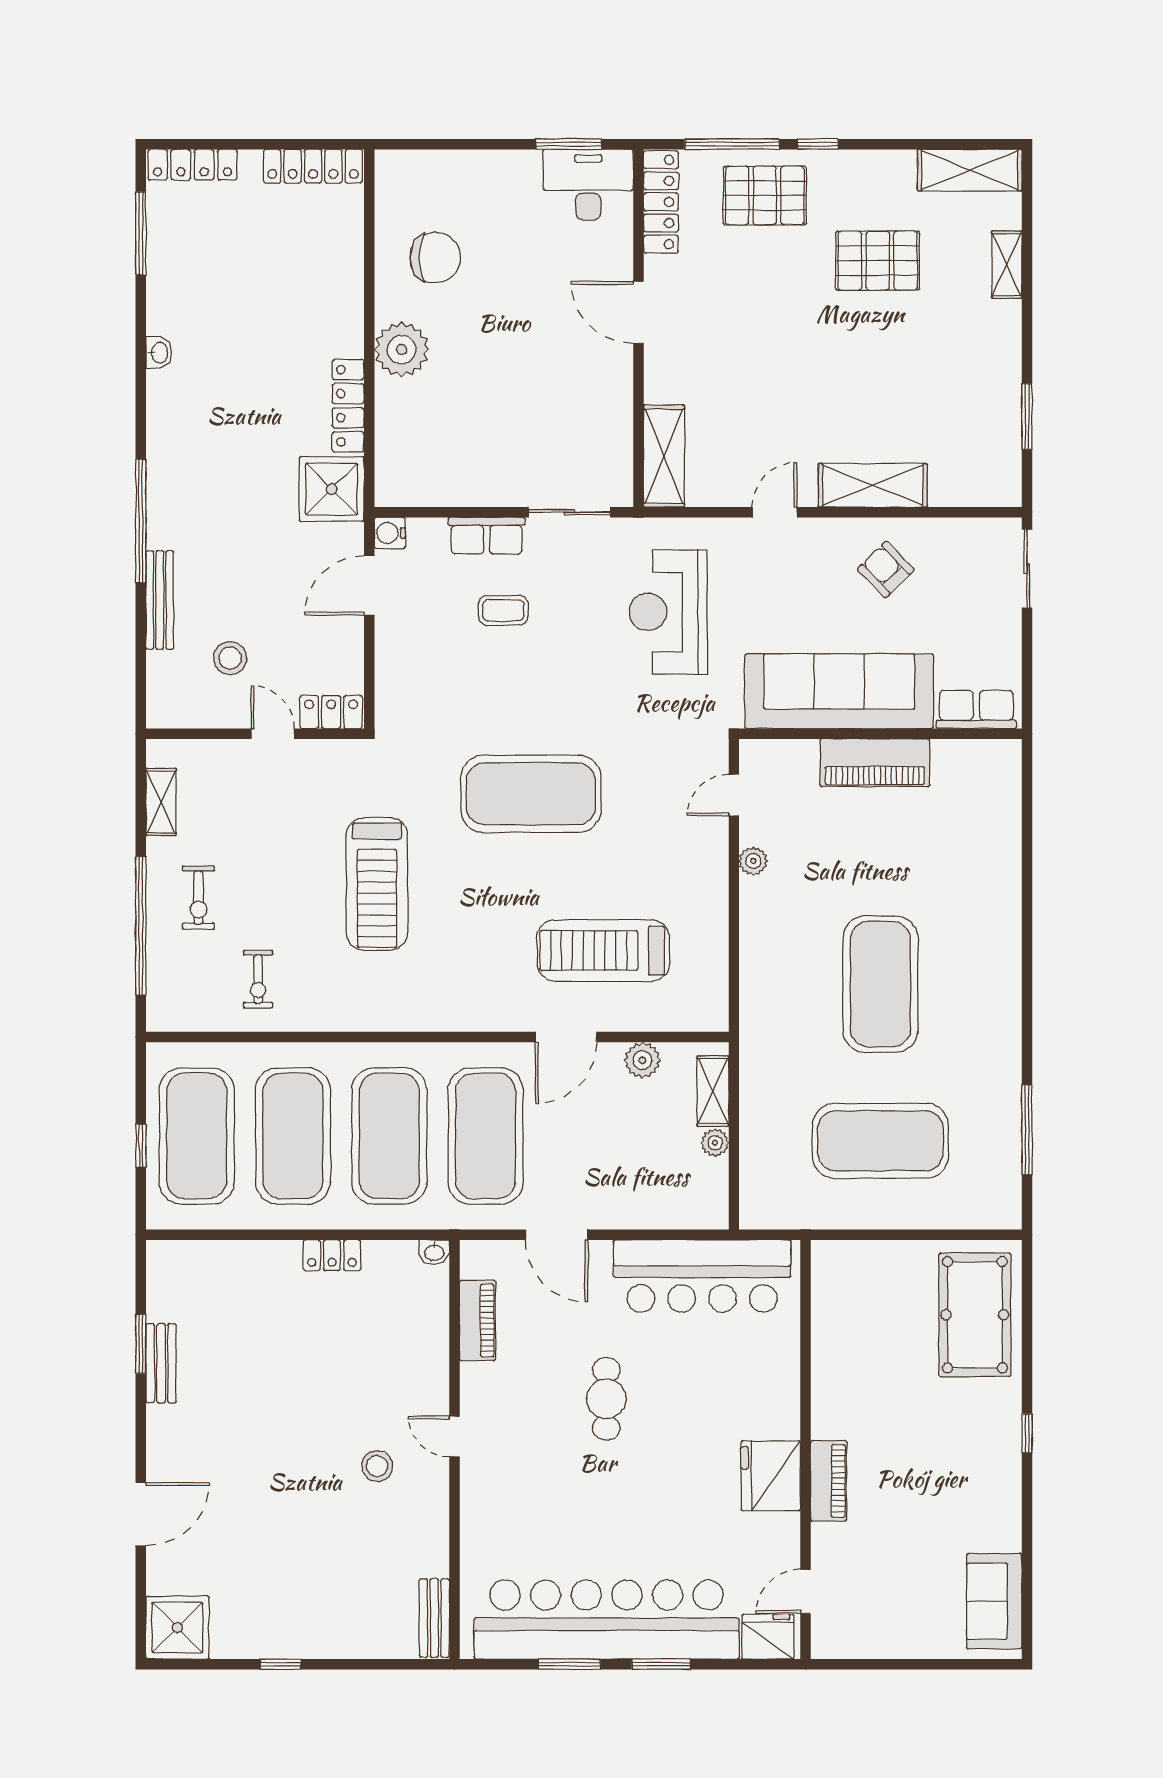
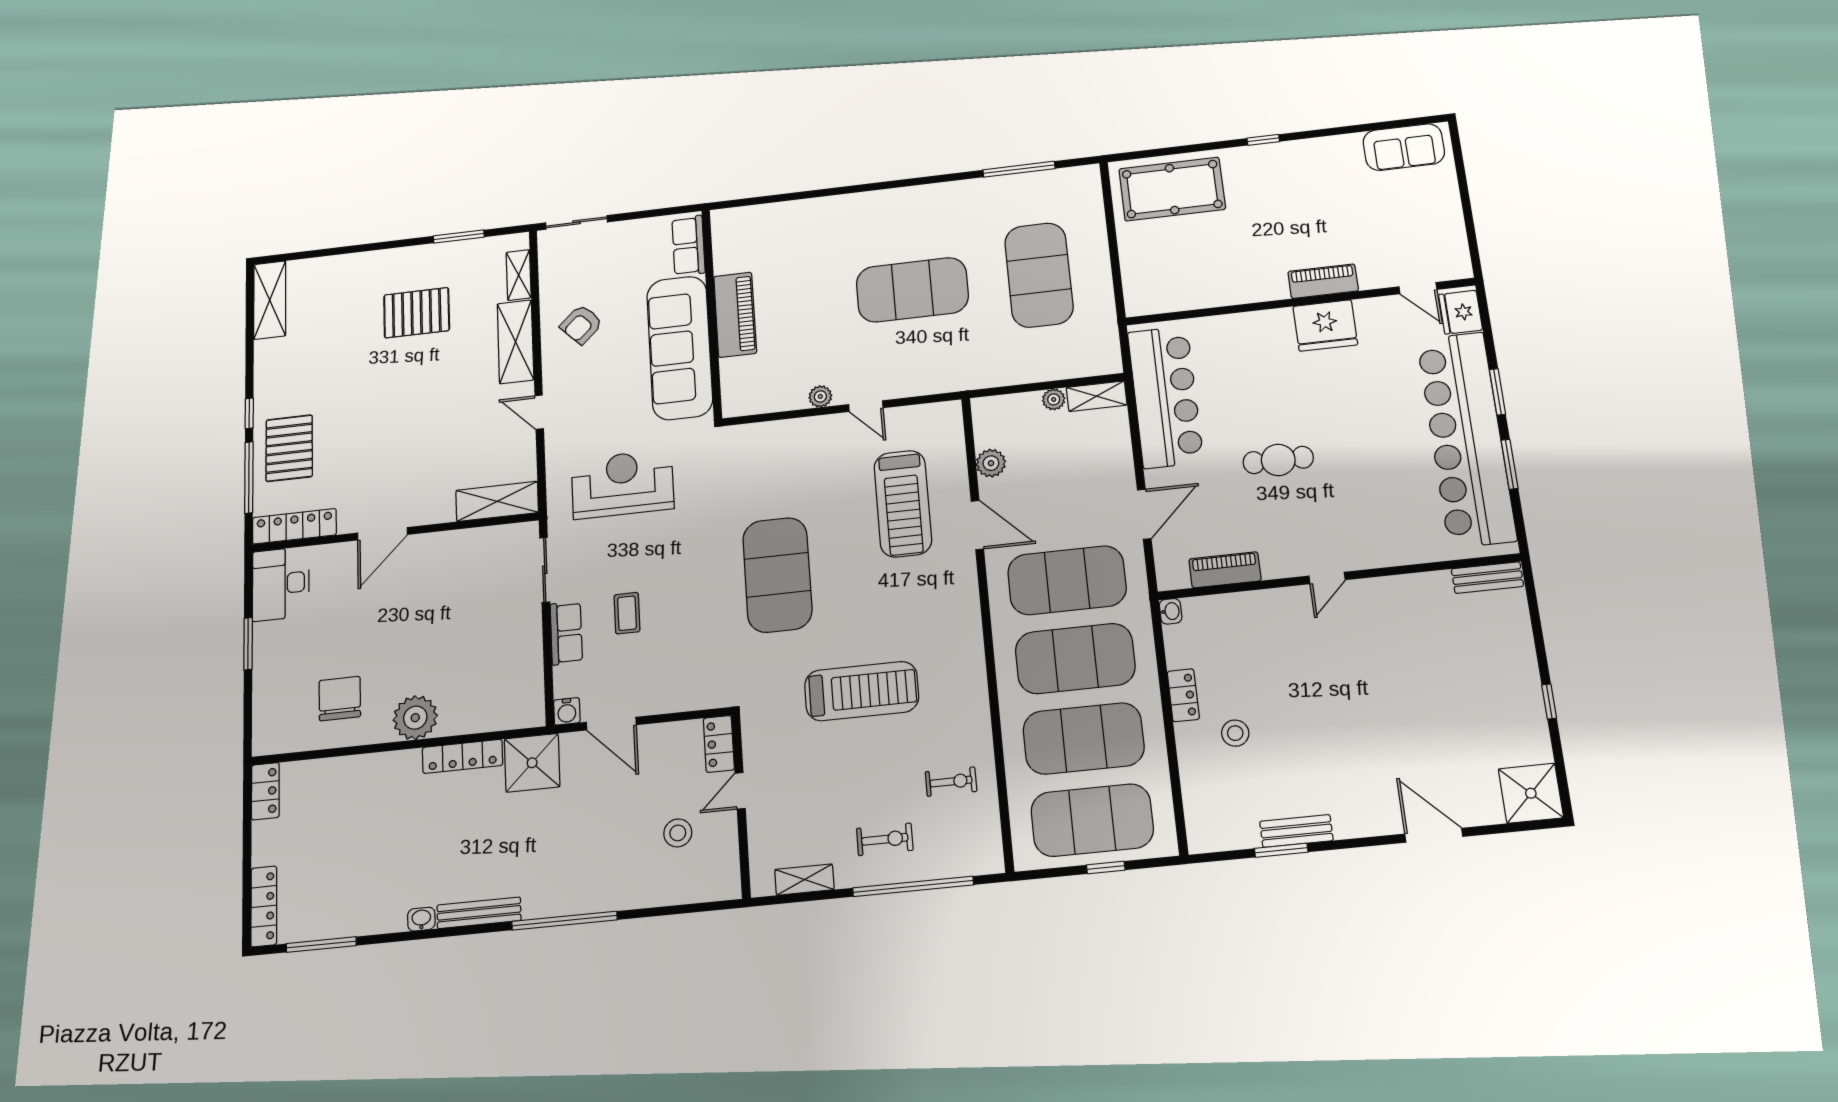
window: (569, 144) -> (248, 644), moved
locker: (313, 166) -> (265, 791), width x0.66
pallet: (878, 261) -> (417, 313), moved, turned 90
shelving: (1007, 264) -> (519, 275), moved, turned 90
bench: (160, 600) -> (479, 913), moved
reception desk: (668, 612) -> (622, 484), turned 180
door: (734, 795) -> (866, 406), moved
shelving: (713, 1091) -> (1097, 396), moved
stool: (377, 1466) -> (1235, 733), moved

